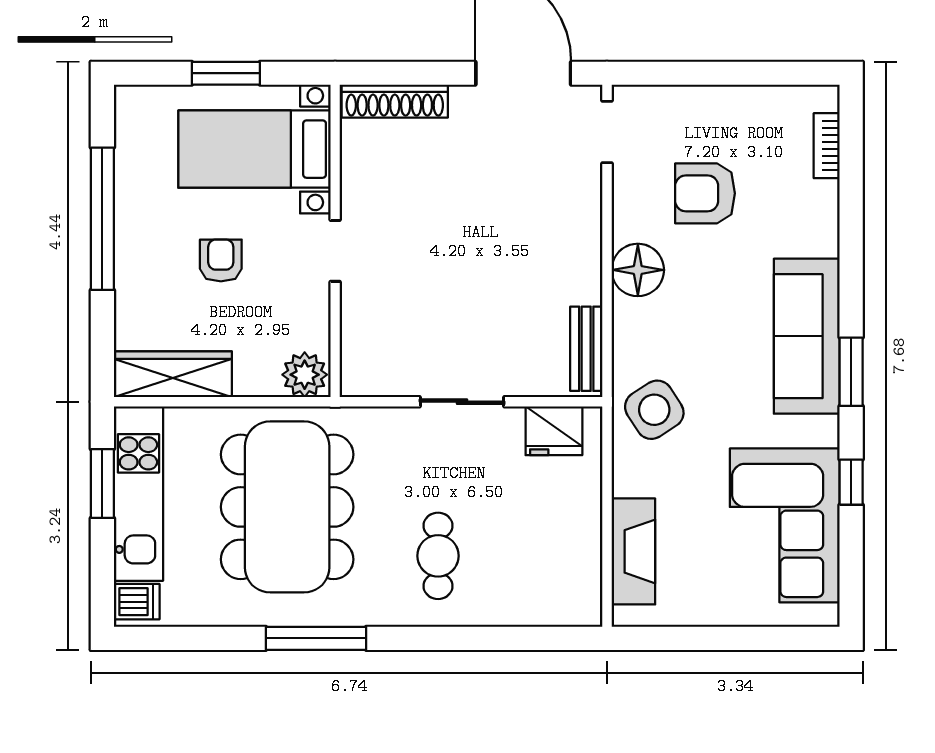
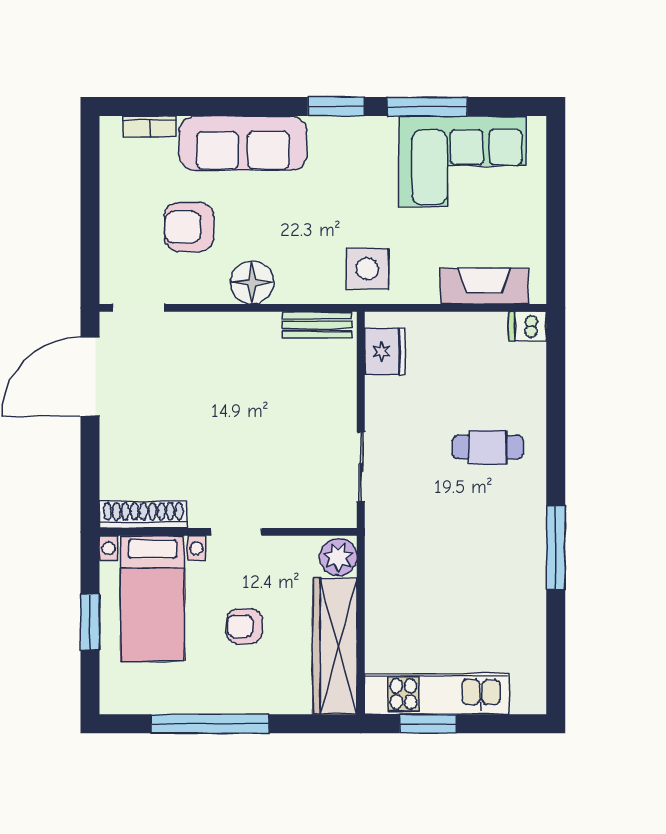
shoe rack: (395, 101) -> (143, 515), moved, turned -90
armchair: (705, 193) -> (189, 227), turned 90
sofa: (807, 336) -> (243, 143), moved
wardrobe: (173, 374) -> (335, 646), width x1.40, depth x1.17
sliding door: (462, 402) -> (361, 467), moved
side table: (654, 410) -> (367, 269), turned 33
window: (851, 482) -> (427, 107), width x2.17
dining table: (287, 507) -> (447, 571), removed
dishwasher: (137, 602) -> (527, 326), moved, turned -90

